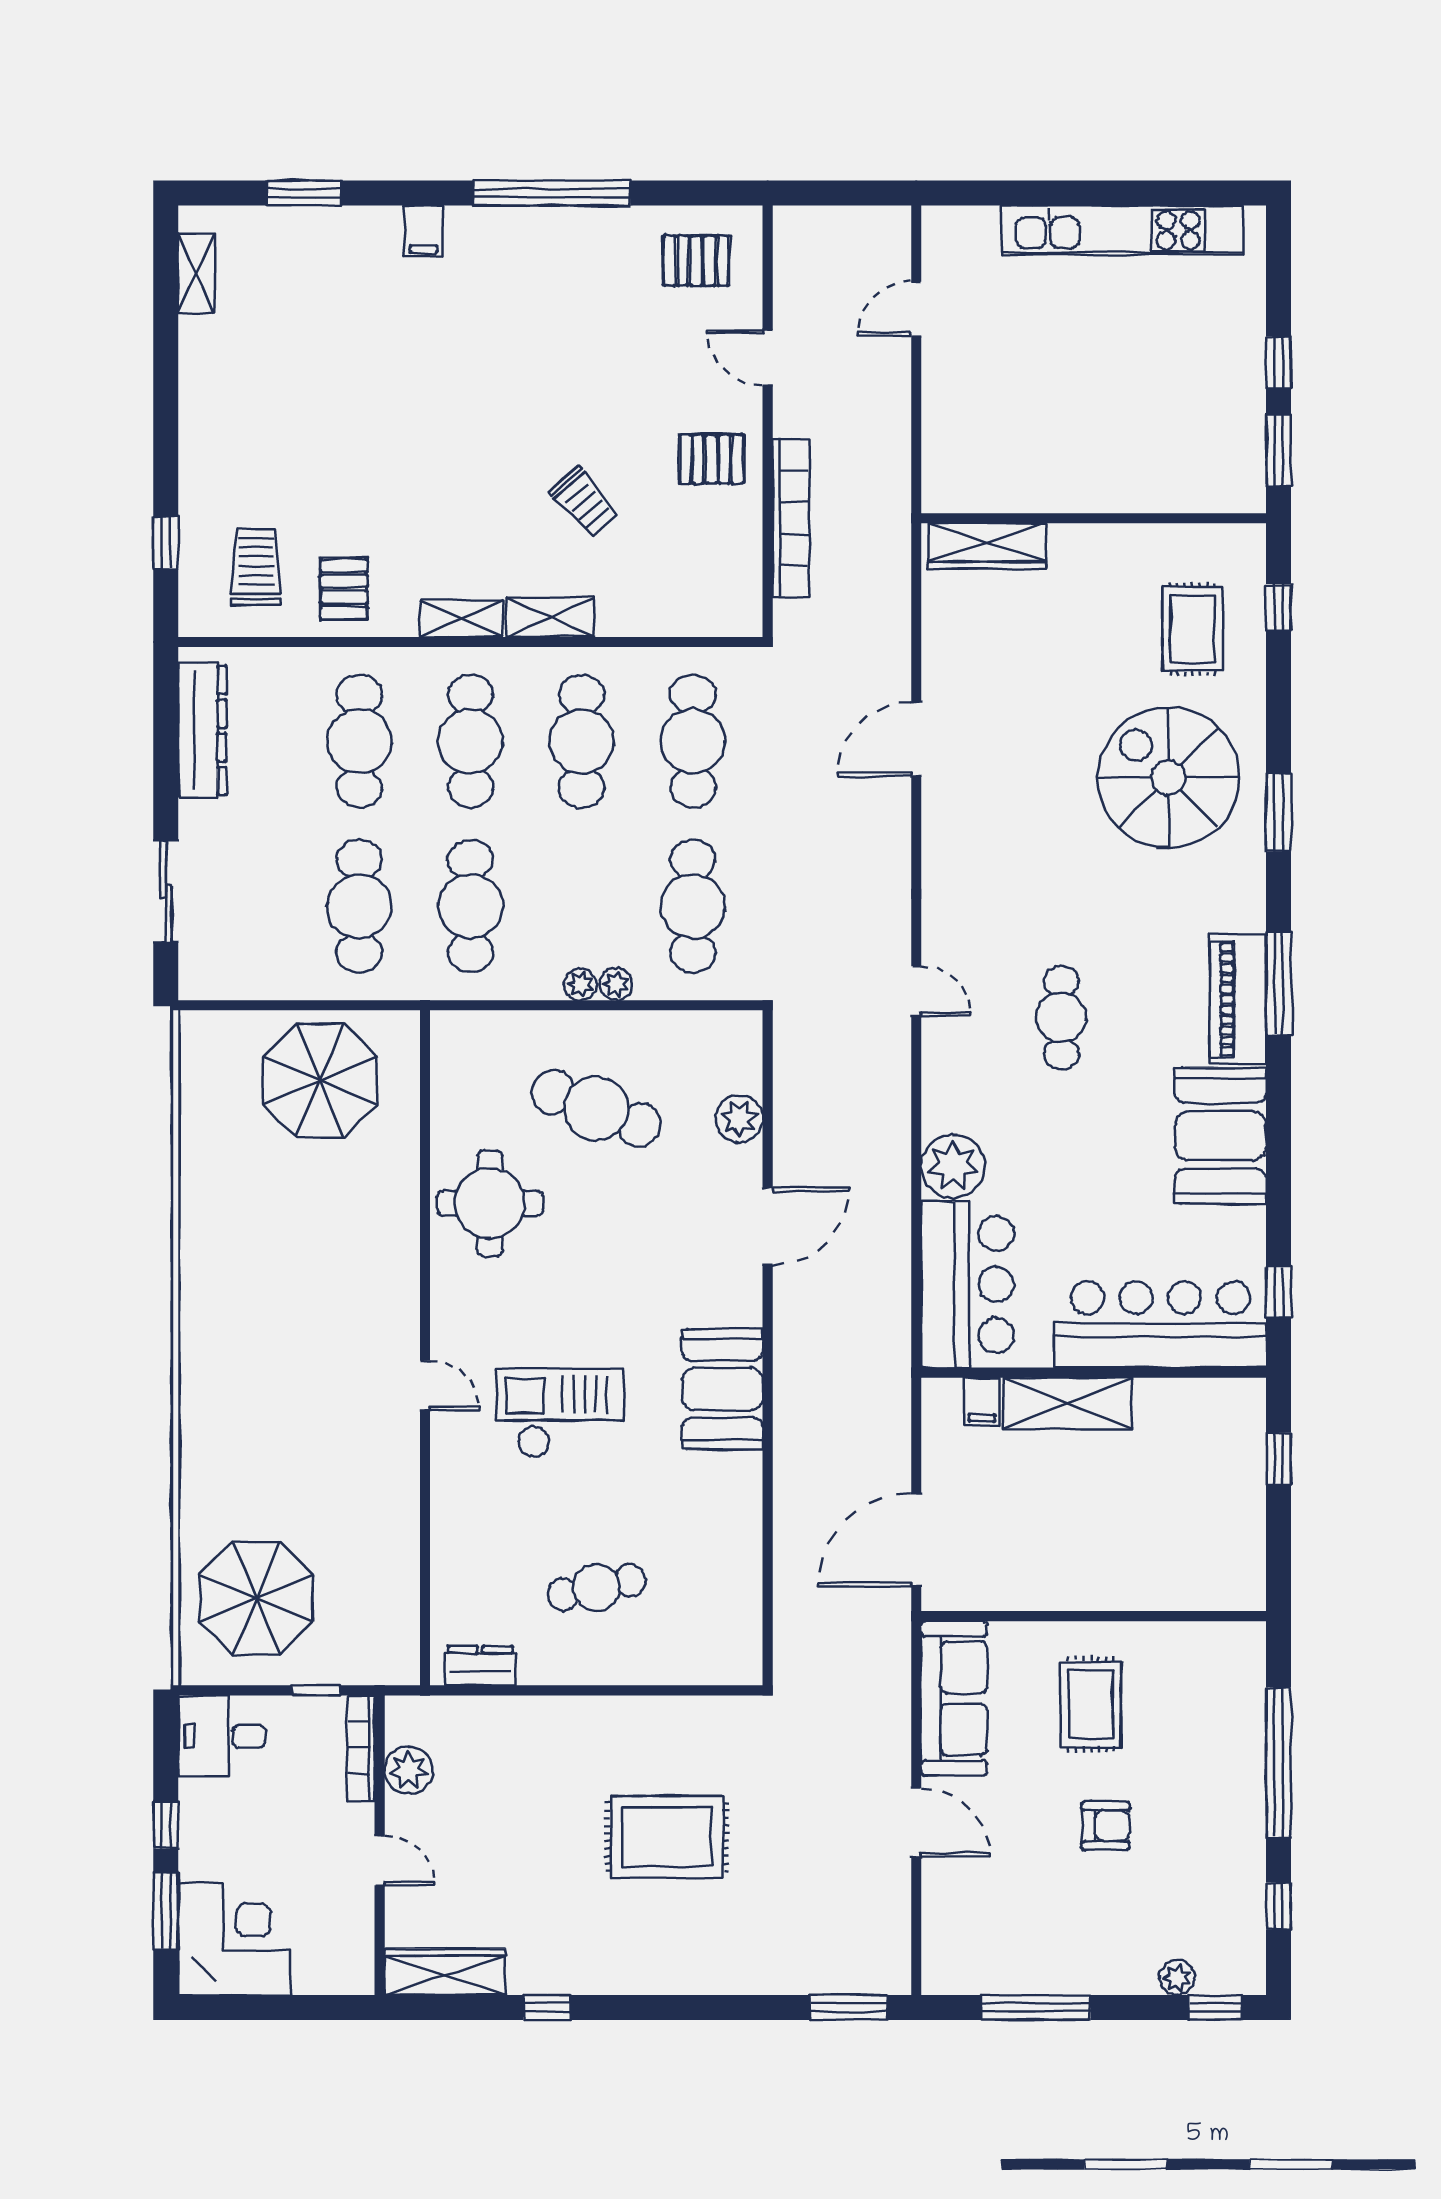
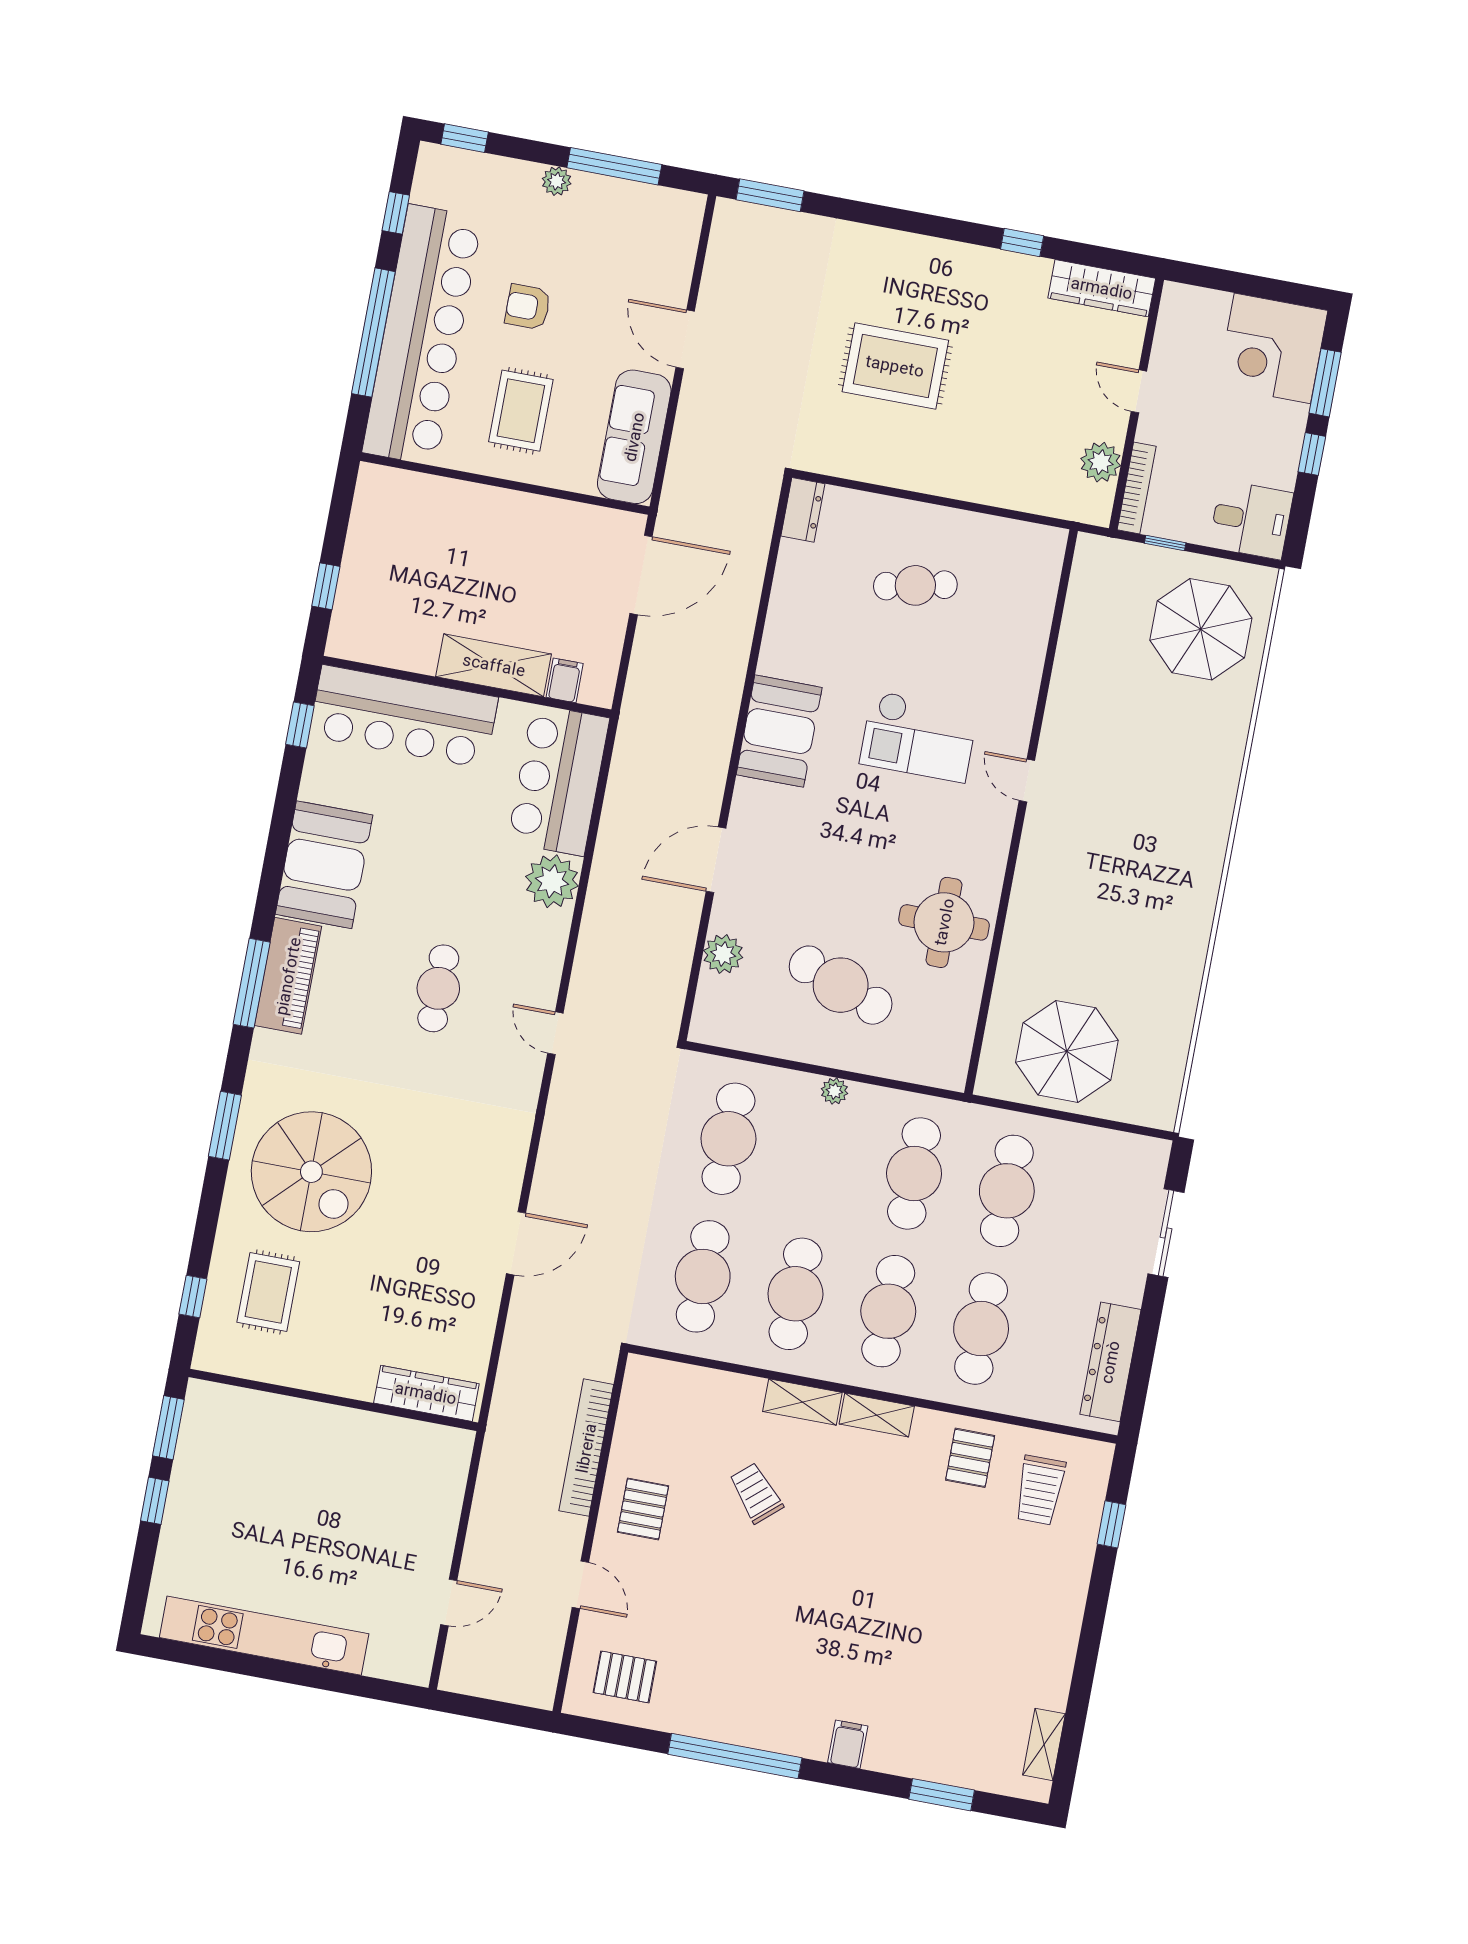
pallet: (712, 459) -> (643, 1509), turned 90
plant: (616, 984) -> (805, 1086), removed
dresser: (480, 1666) -> (803, 510), moved, turned -90
bar counter: (1222, 1770) -> (422, 335), added
plant: (1177, 1978) -> (557, 181), moved

